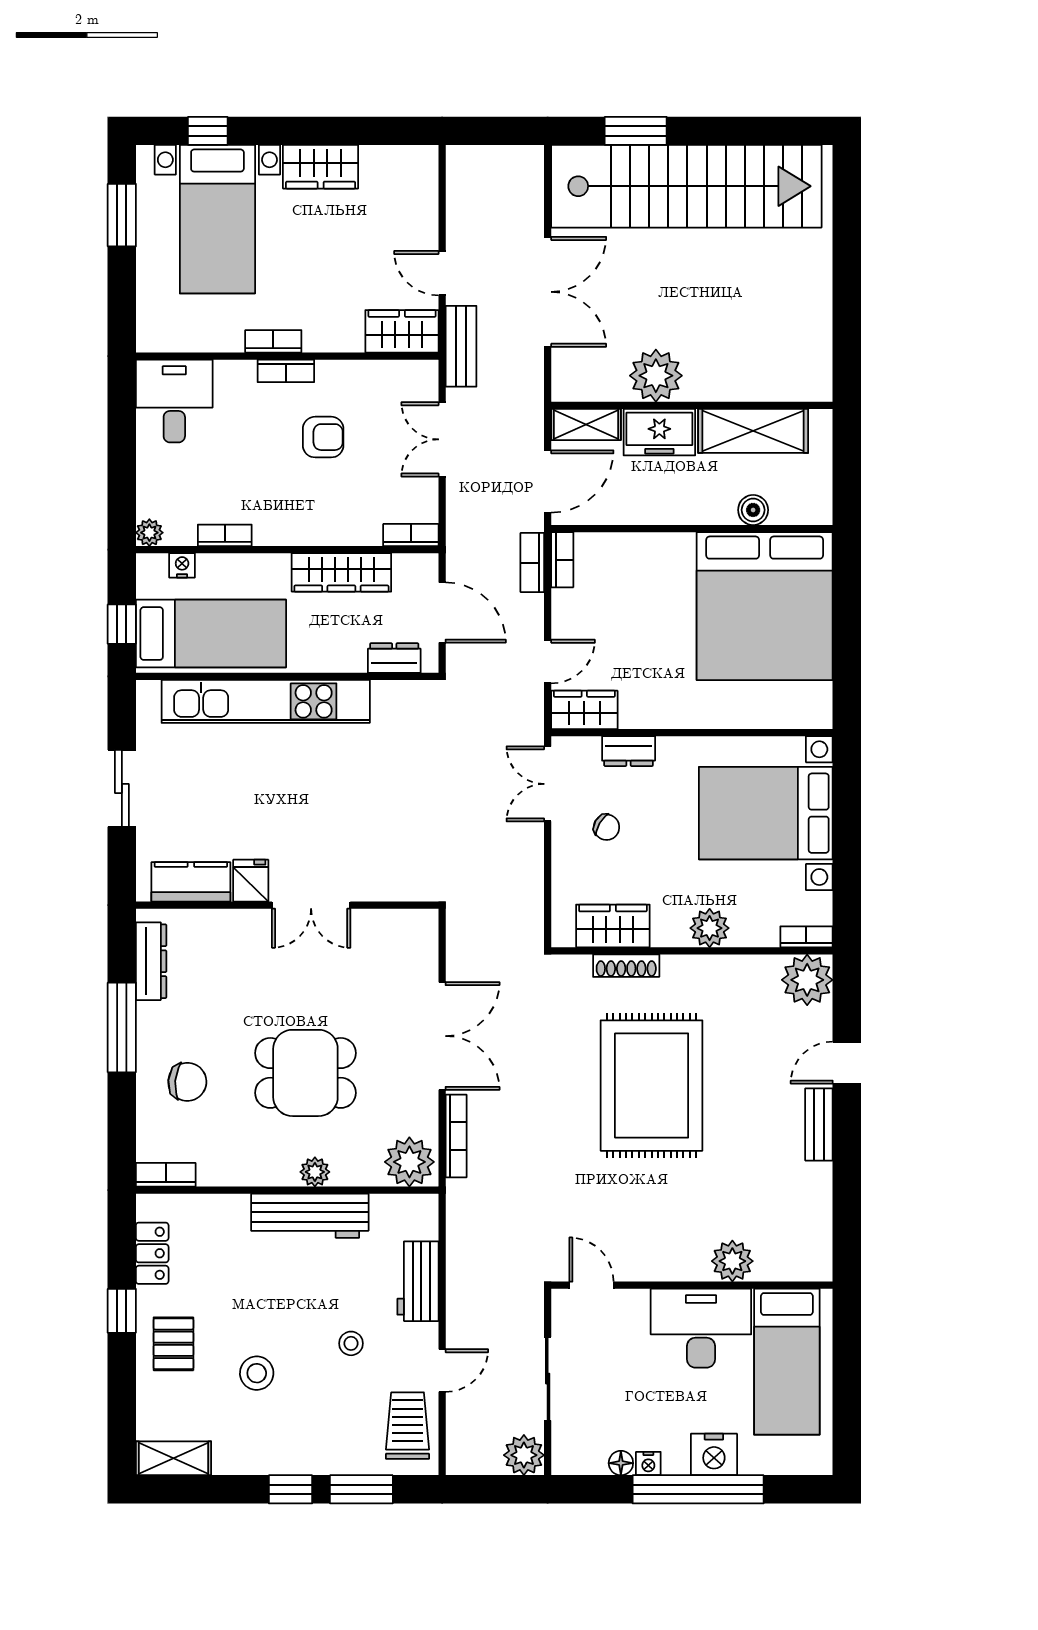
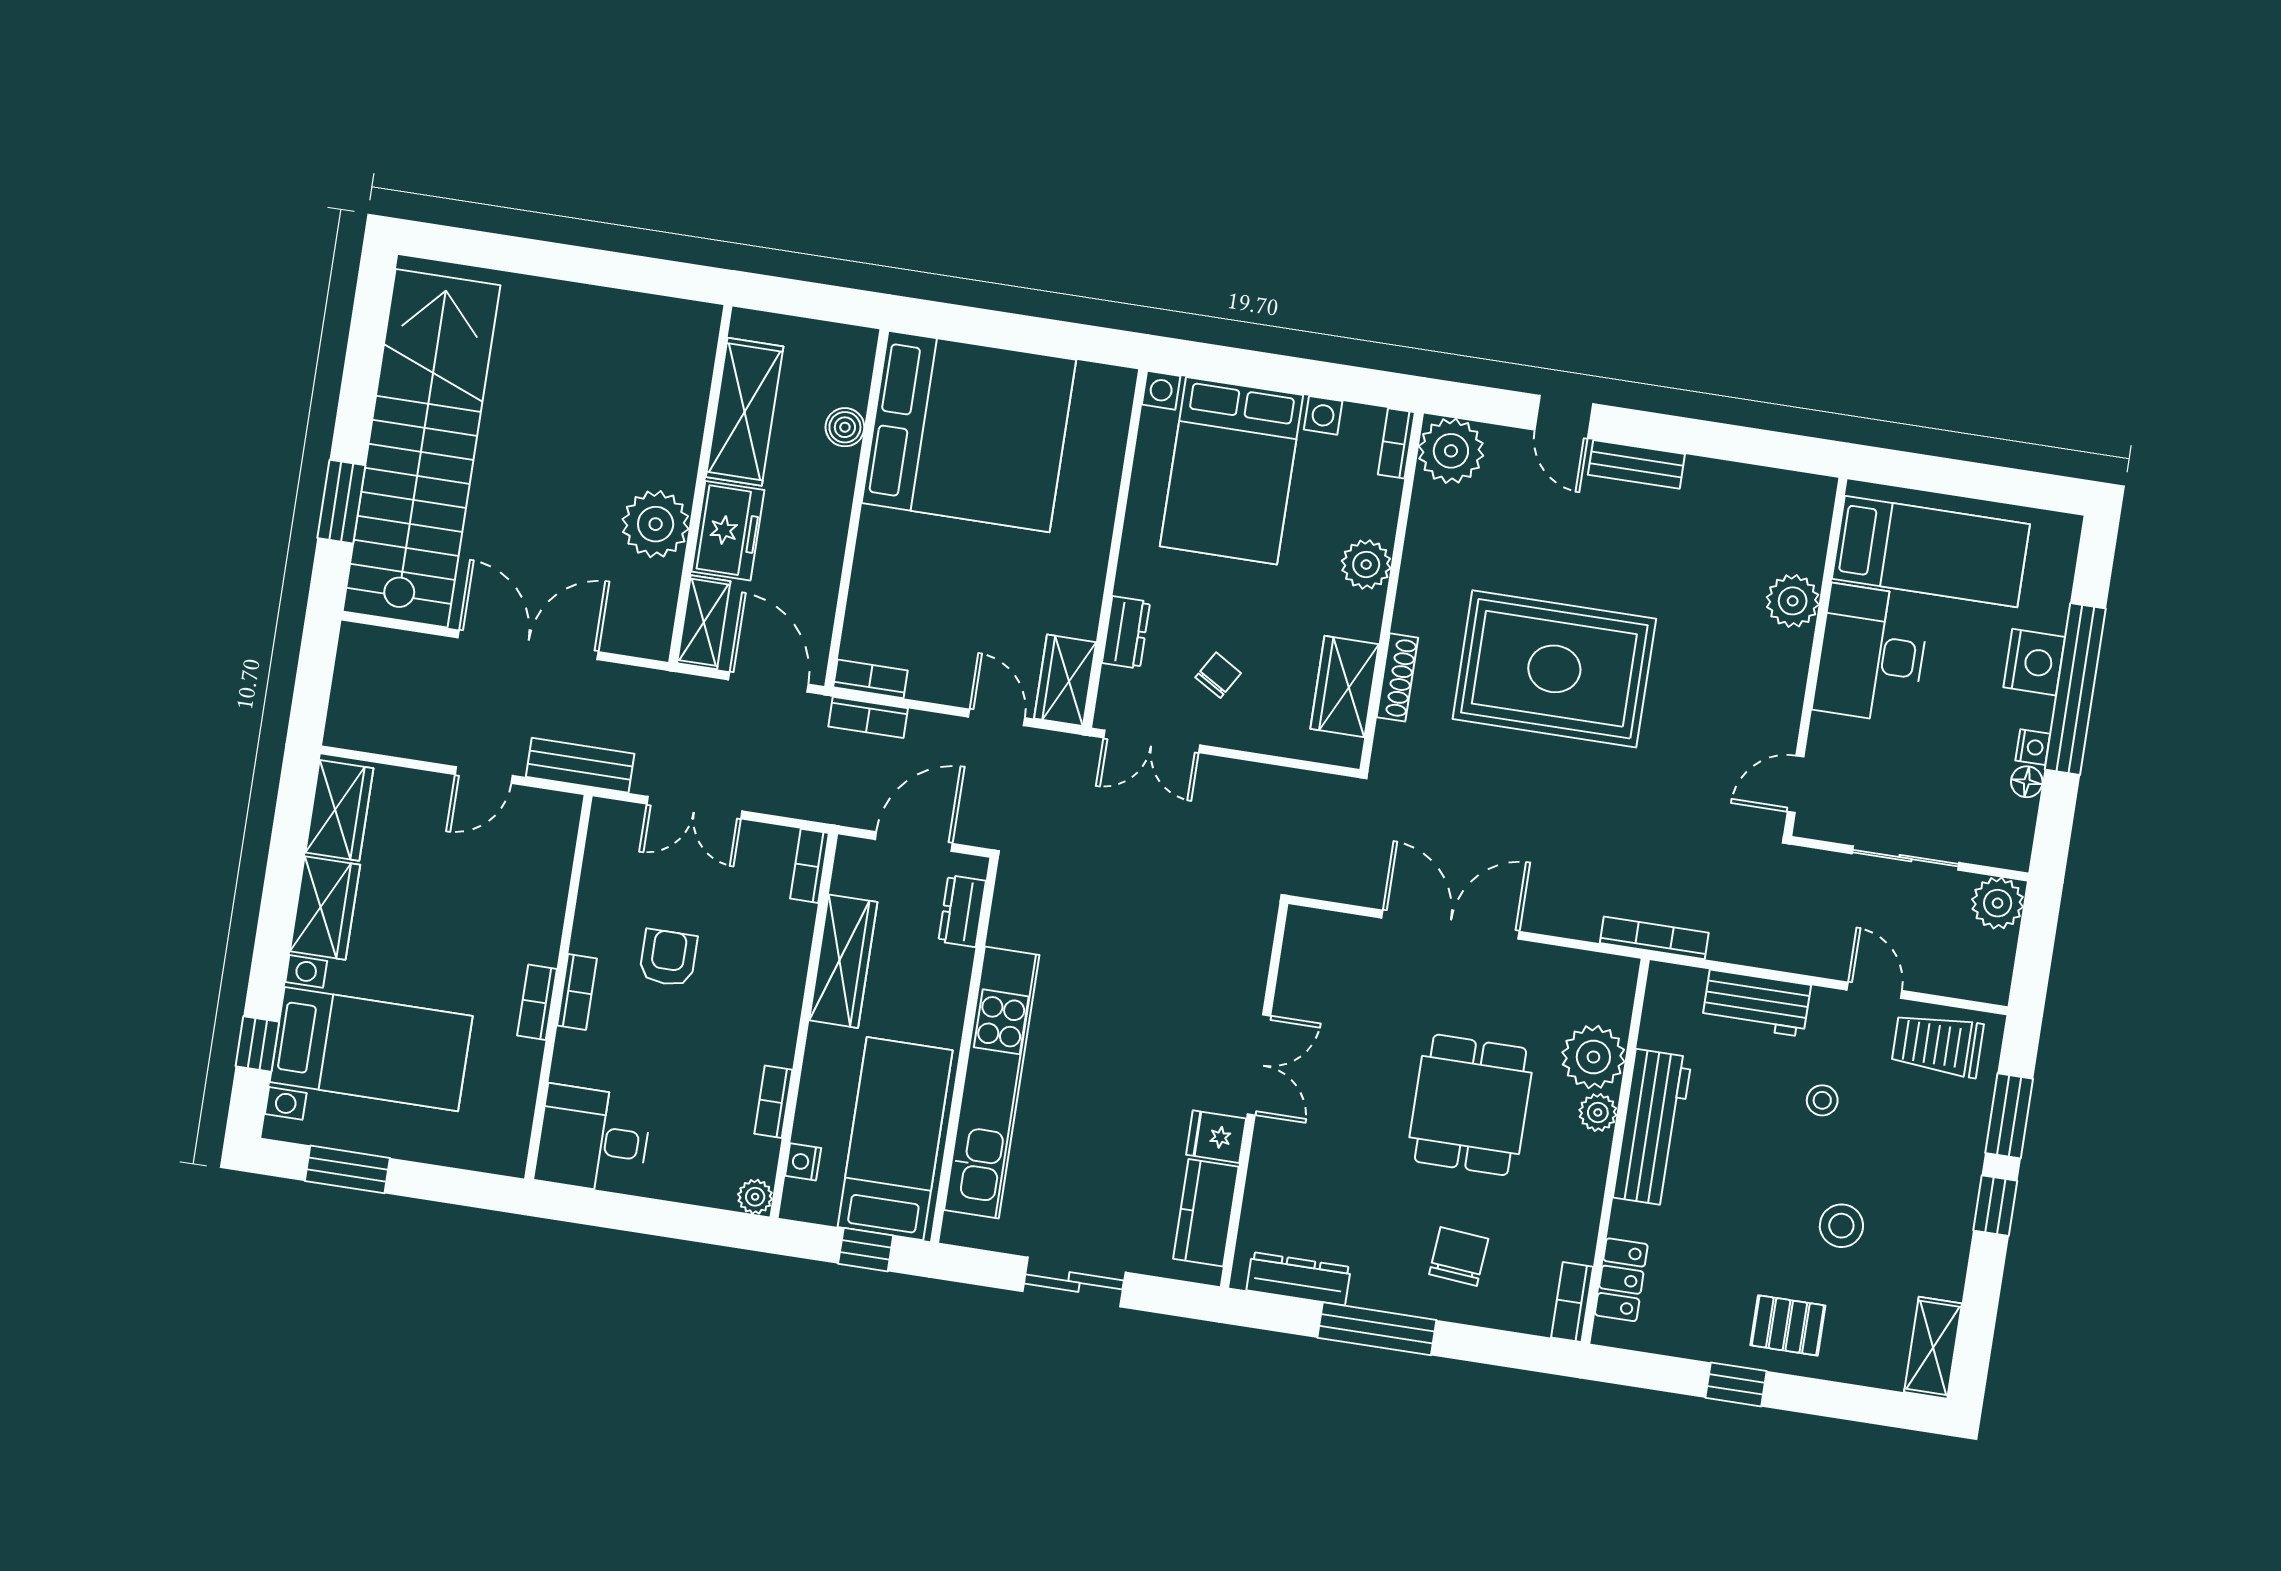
wardrobe: (402, 331) -> (339, 810), moved, turned 180
bookcase: (456, 1136) -> (1654, 938), moved
plant: (409, 1162) -> (1593, 1057), moved
locker: (152, 1253) -> (1621, 1280), moved, turned 90

